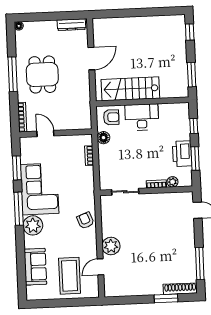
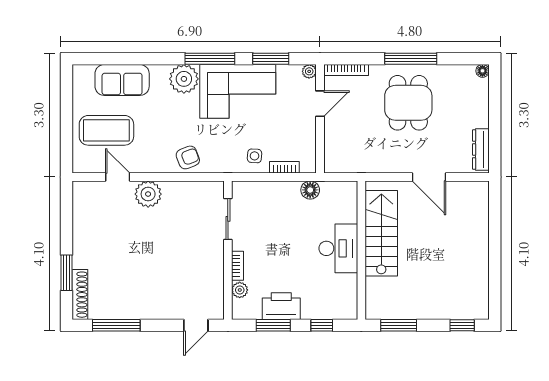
dining table: (42, 75) -> (408, 103), turned 90
armchair: (111, 117) -> (340, 203), removed
plant: (24, 142) -> (309, 71), added
side table: (82, 176) -> (255, 156), added

